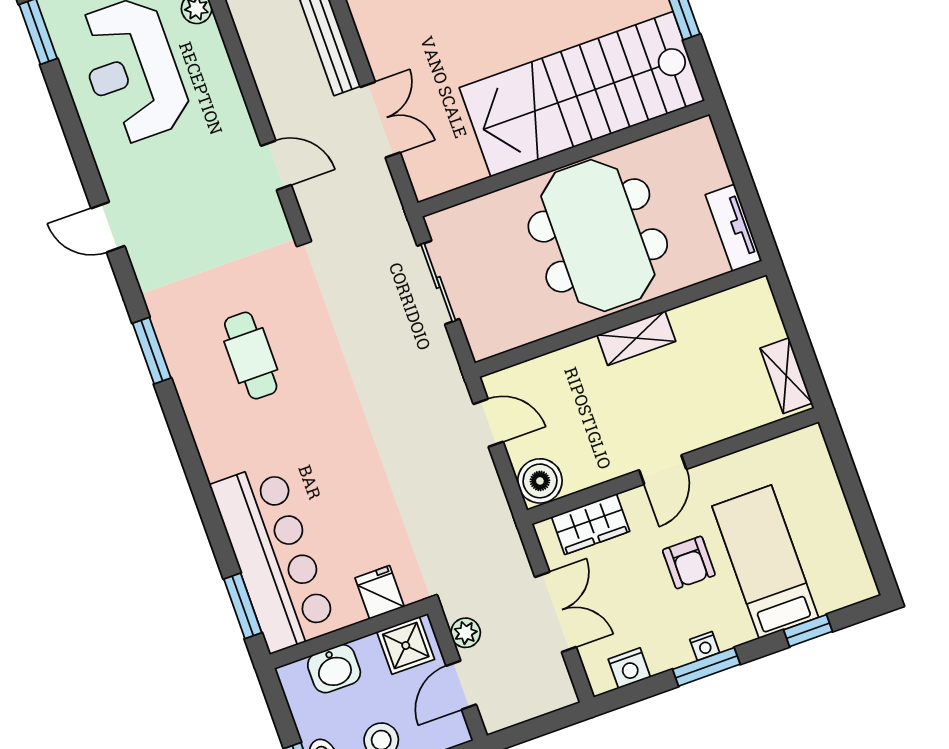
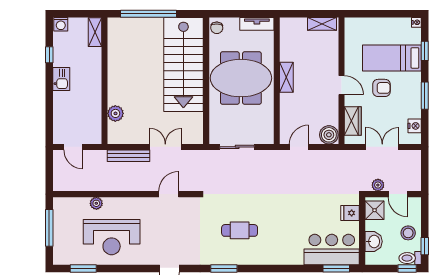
chair: (692, 140) -> (217, 28), added
bar counter: (274, 557) -> (332, 249), width x0.73
nightstand: (705, 646) -> (416, 22), moved

